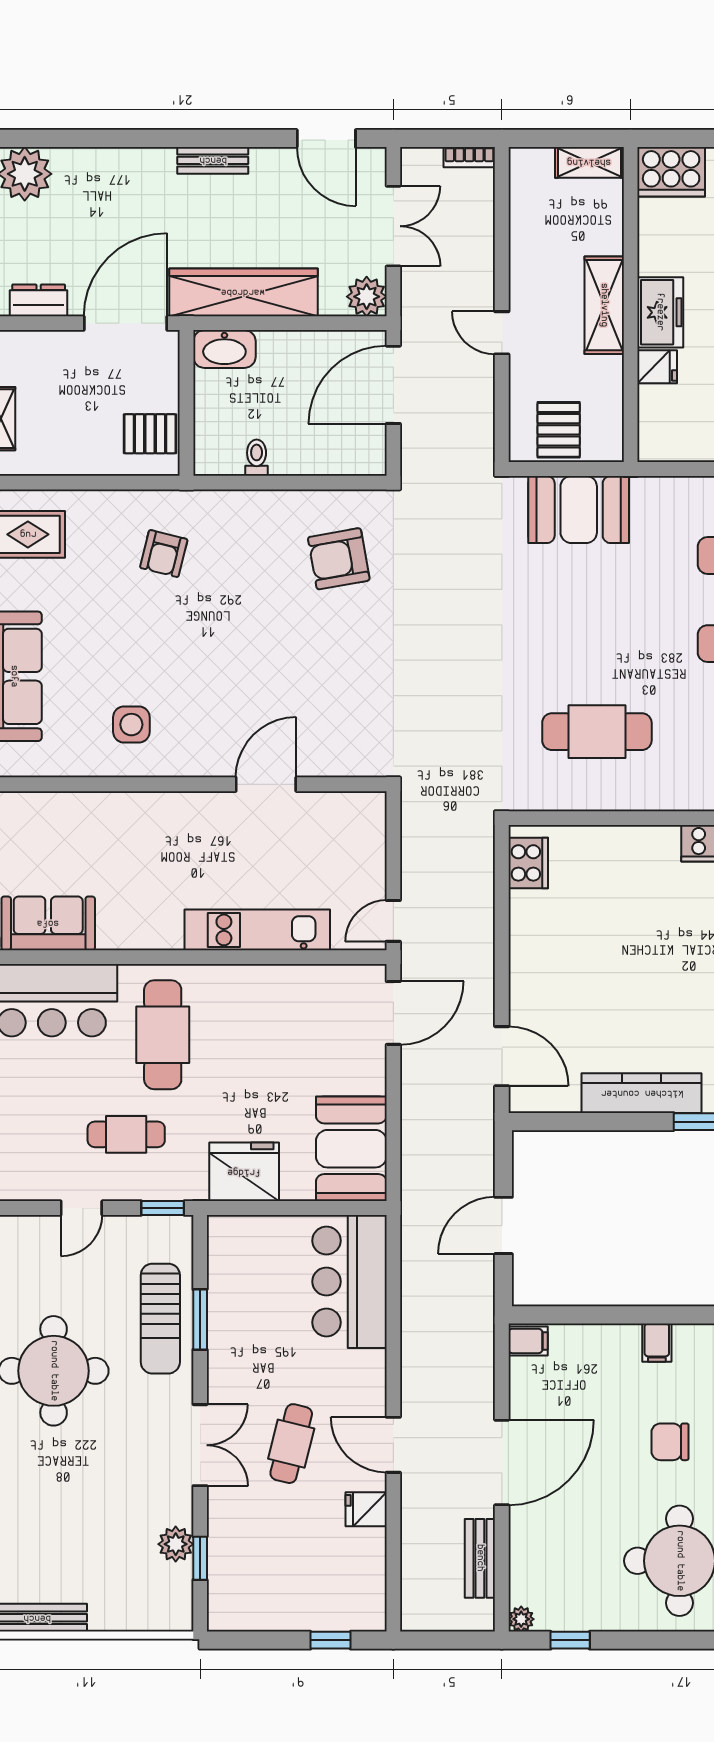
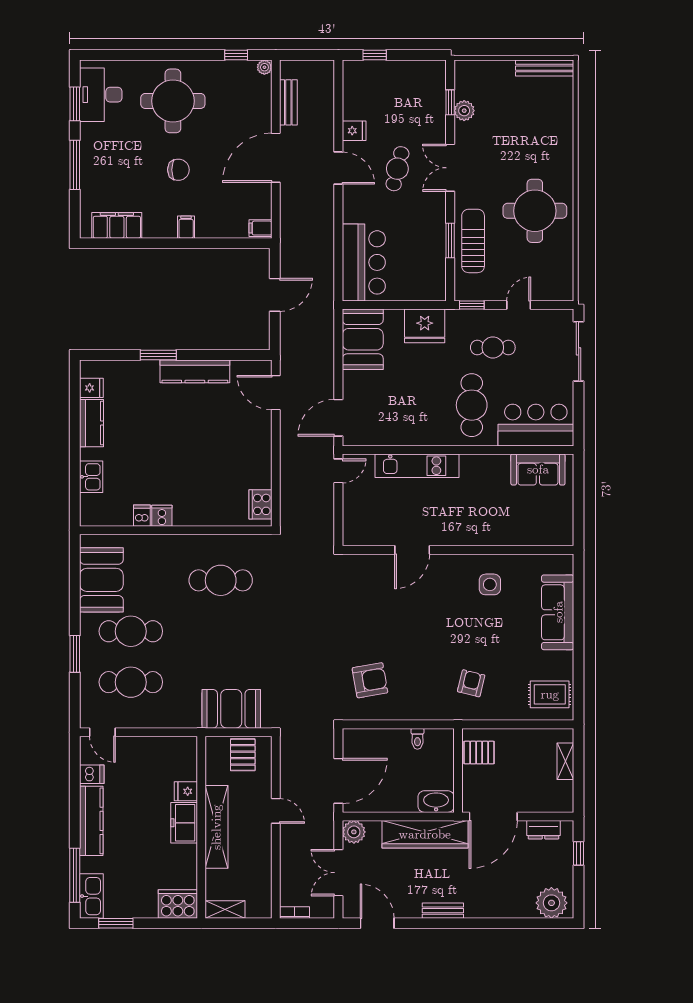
shelving: (604, 305) -> (216, 827), width x1.47

